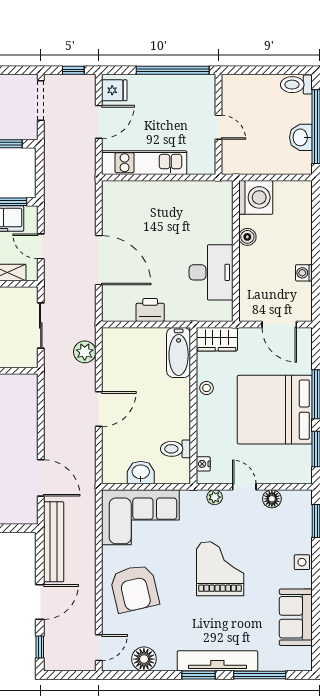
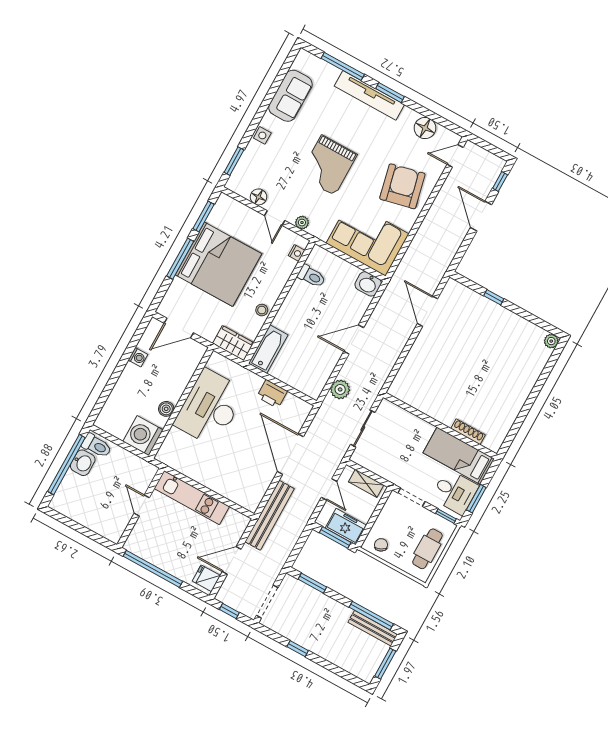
toilet: (296, 85) -> (97, 446), moved
kitchen unit: (144, 163) -> (192, 498), moved
desk: (211, 272) -> (210, 408), width x1.36, depth x1.30
door: (279, 324) -> (179, 328), swing flipped
washbasin: (141, 472) -> (368, 284), moved
bench: (54, 542) -> (270, 515), moved
door: (40, 602) -> (481, 216), hinge flipped

